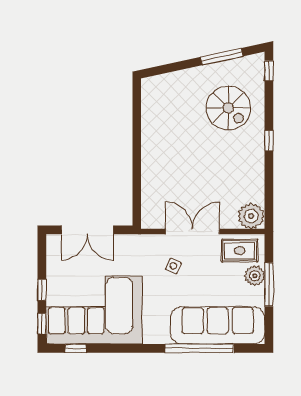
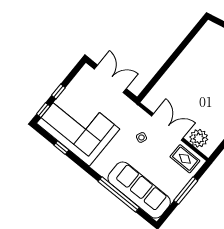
plant: (251, 216) -> (199, 138), moved
double door: (87, 230) -> (110, 79), swing flipped
plant: (255, 276) -> (182, 179), removed
window: (76, 348) -> (61, 148), moved

